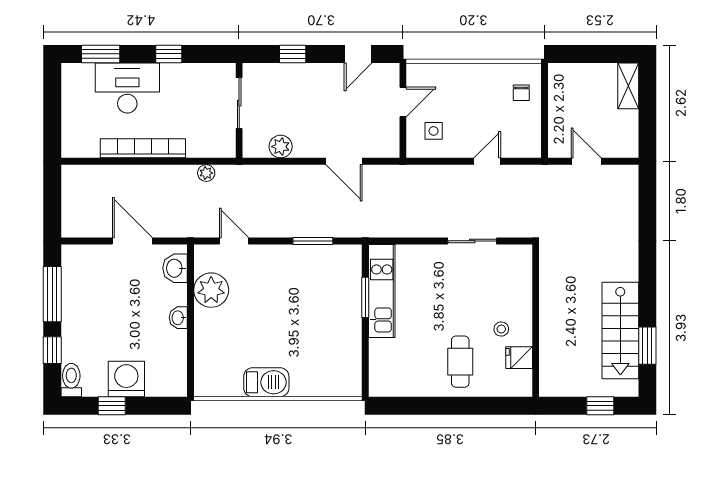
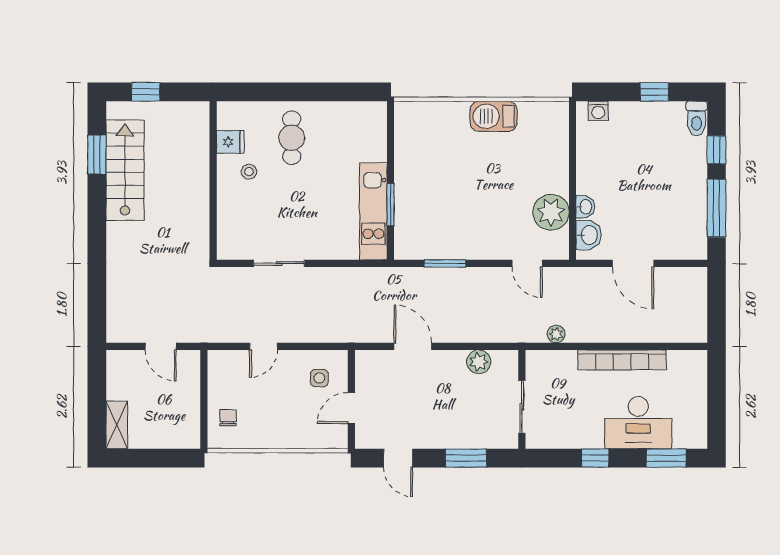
window: (293, 54) -> (466, 458), width x1.50
door: (358, 54) -> (398, 458), swing flipped
washbasin: (178, 318) -> (585, 207), moved
washing machine: (126, 379) -> (598, 111), moved, width x0.53, depth x0.53

